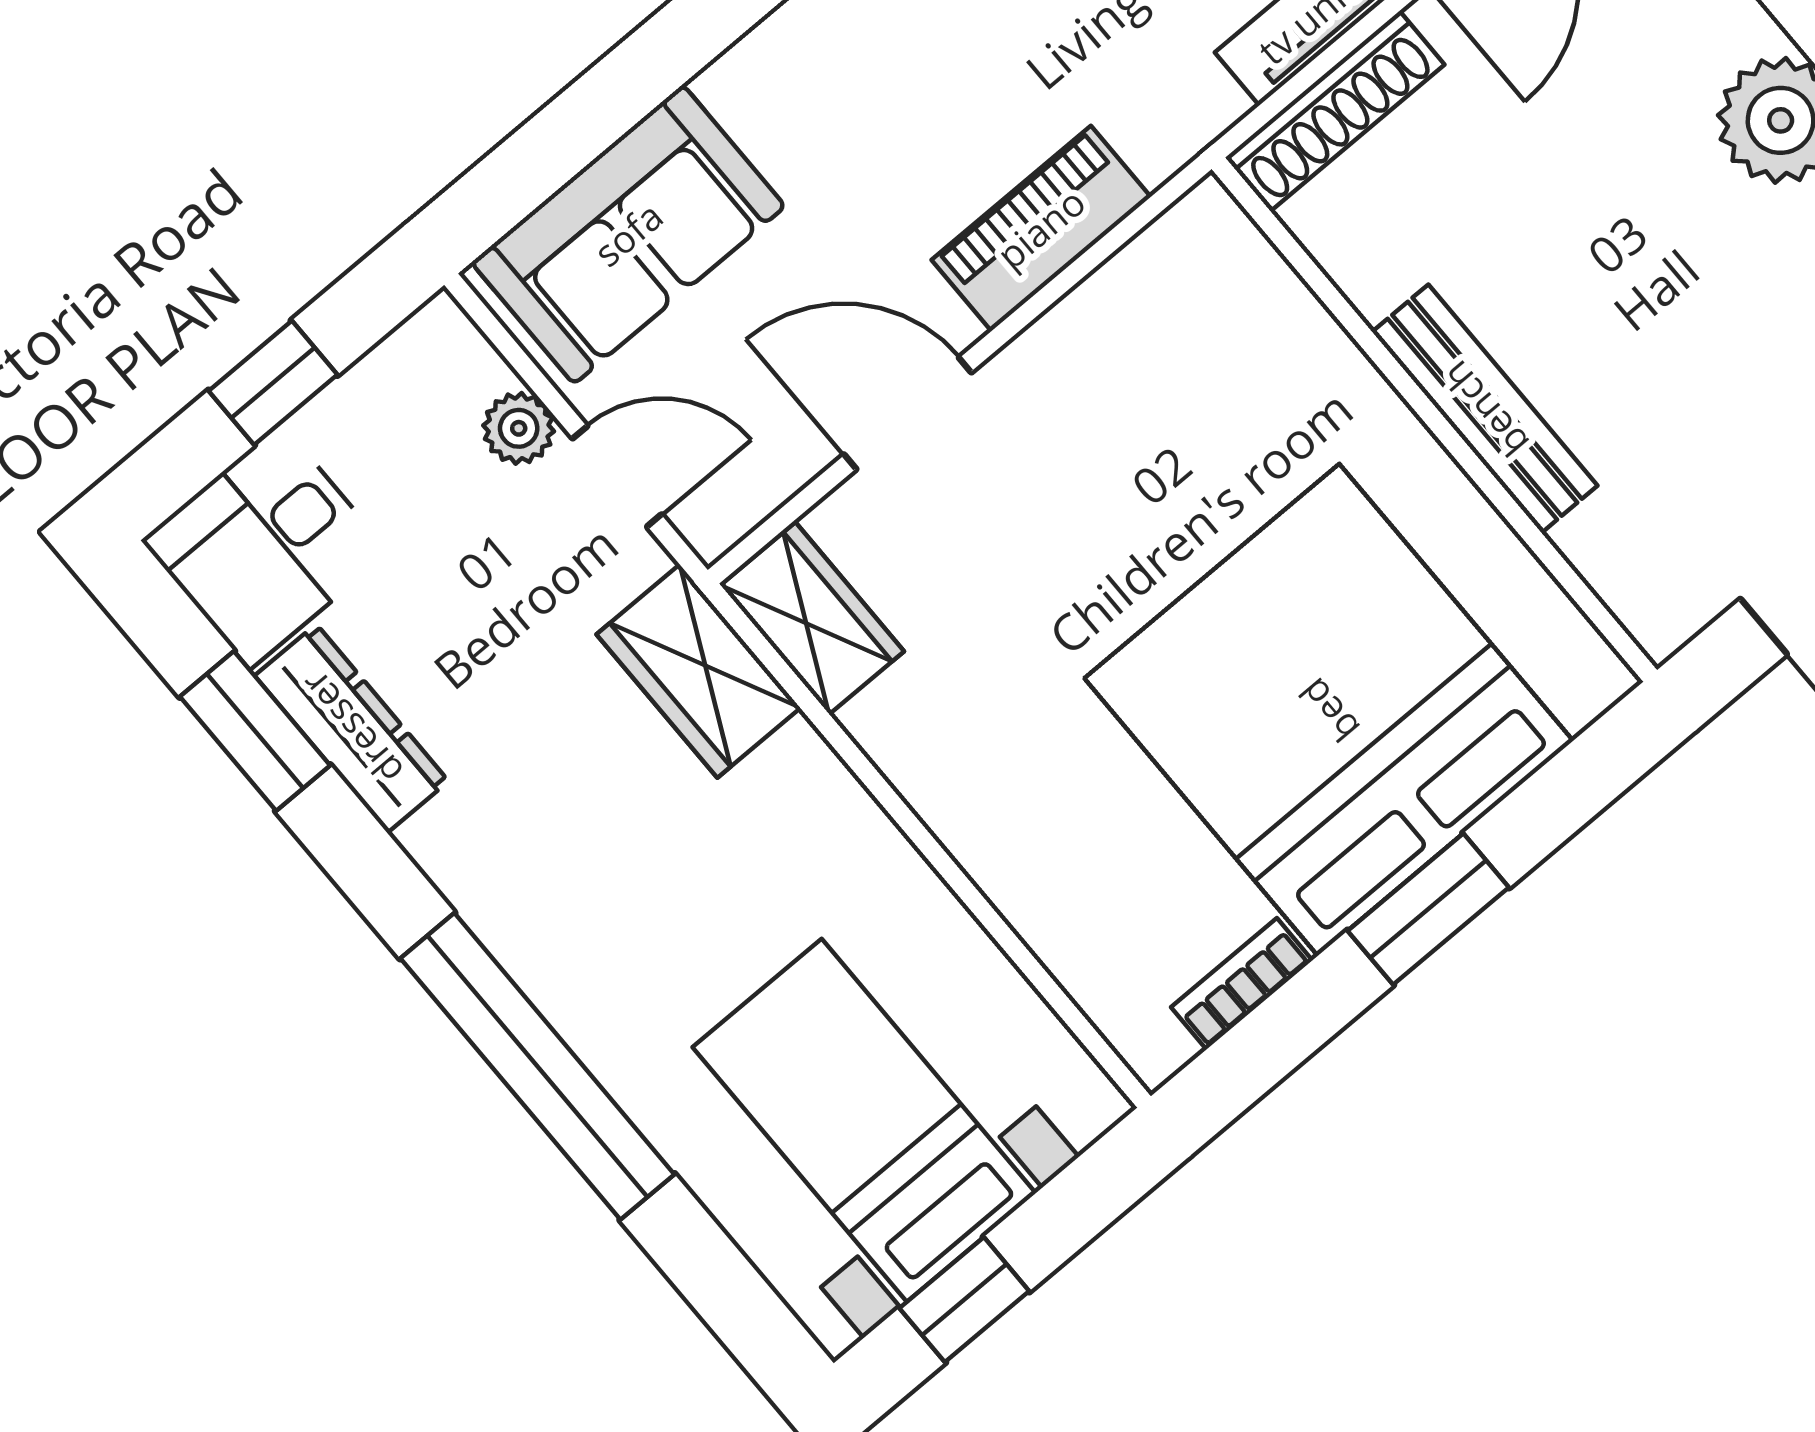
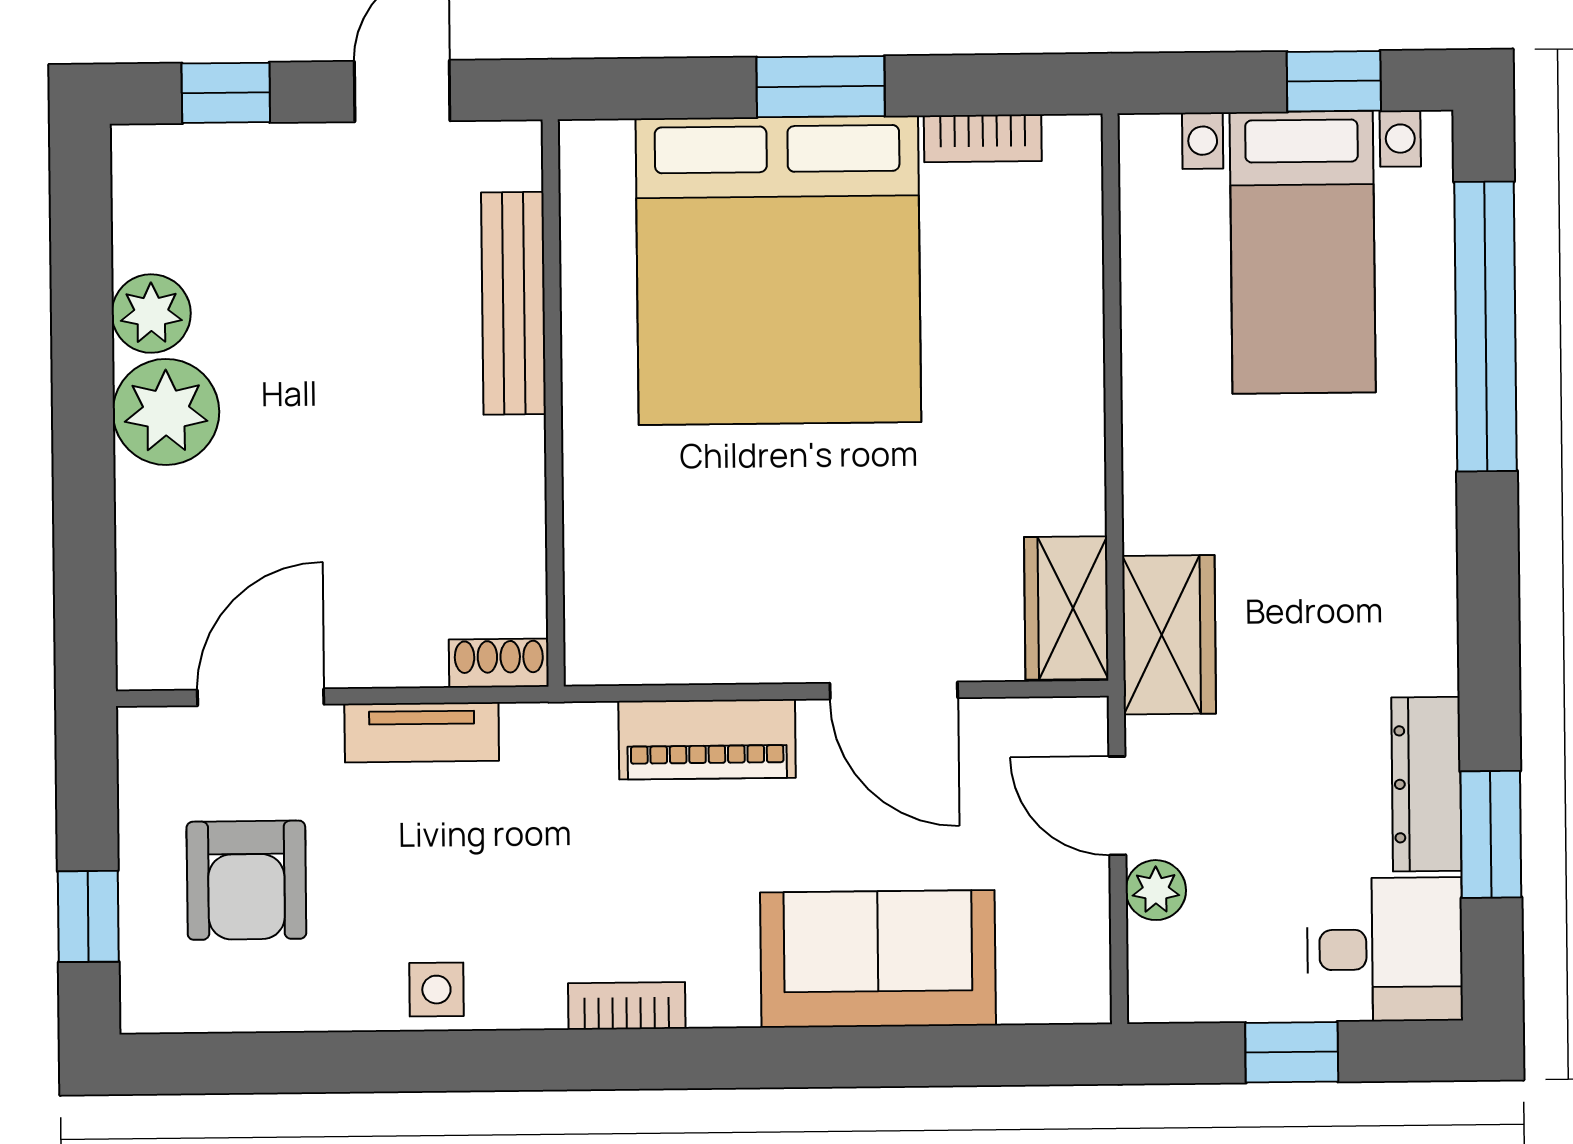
shoe rack: (1335, 111) -> (499, 663), width x0.51, depth x0.81
sofa: (628, 234) -> (878, 959), moved
bench: (1485, 409) -> (514, 303), moved
window: (537, 1066) -> (1486, 326), moved

